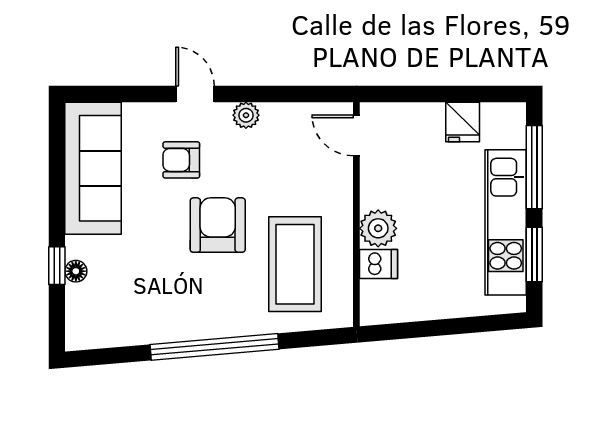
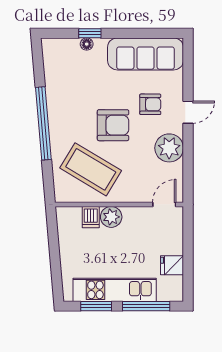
plant: (246, 115) -> (169, 148), width x1.87, depth x1.87
armchair: (181, 160) -> (150, 104), turned 90
coffee table: (295, 264) -> (91, 169), turned 31

